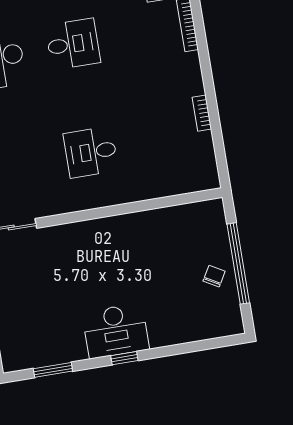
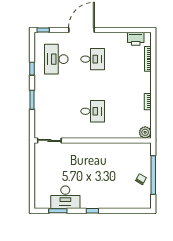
desk: (91, 152) -> (93, 111), turned 180
plant: (207, 178) -> (145, 132), added
desk: (116, 331) -> (65, 197), moved

